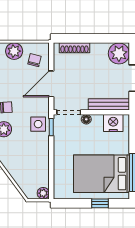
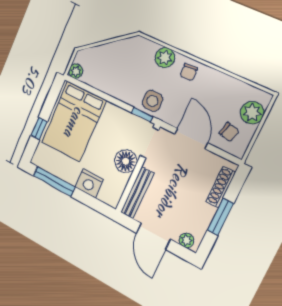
window: (95, 38) -> (220, 217), added
plant: (119, 53) -> (186, 240), width x0.53, depth x0.53
floor lamp: (86, 119) -> (126, 161), width x1.89, depth x1.89
nightstand: (113, 123) -> (89, 183), moved, turned 90
bed: (102, 174) -> (74, 122), moved, turned 180

